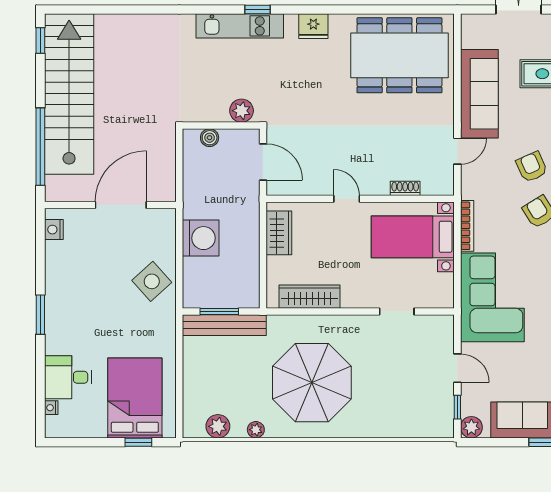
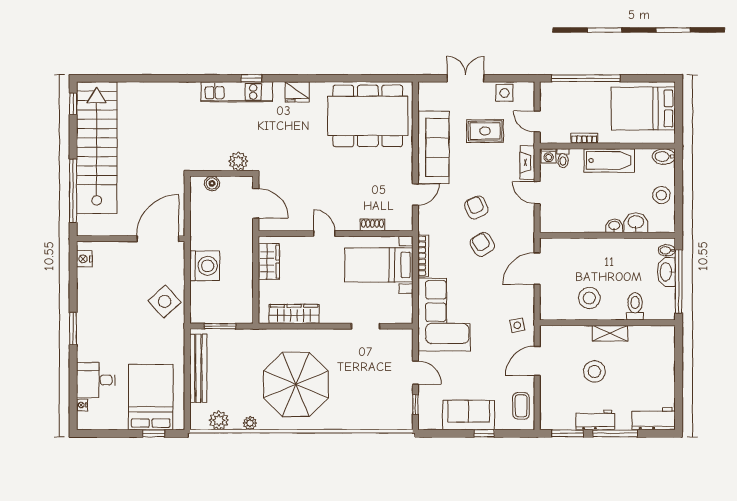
door: (121, 205) -> (158, 239), moved
bench: (224, 325) -> (198, 368), moved, turned 90
plant: (471, 427) -> (427, 421), removed

